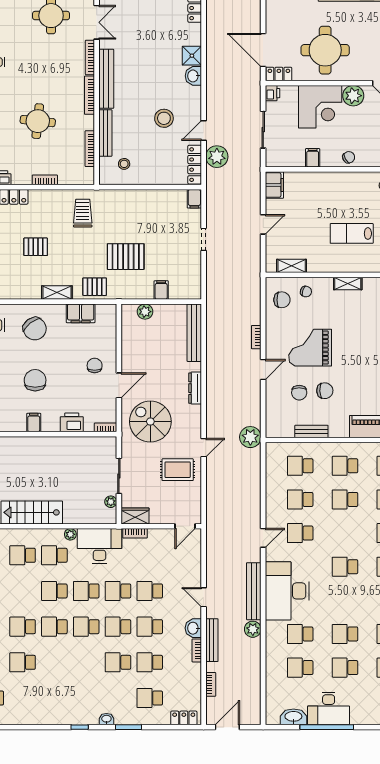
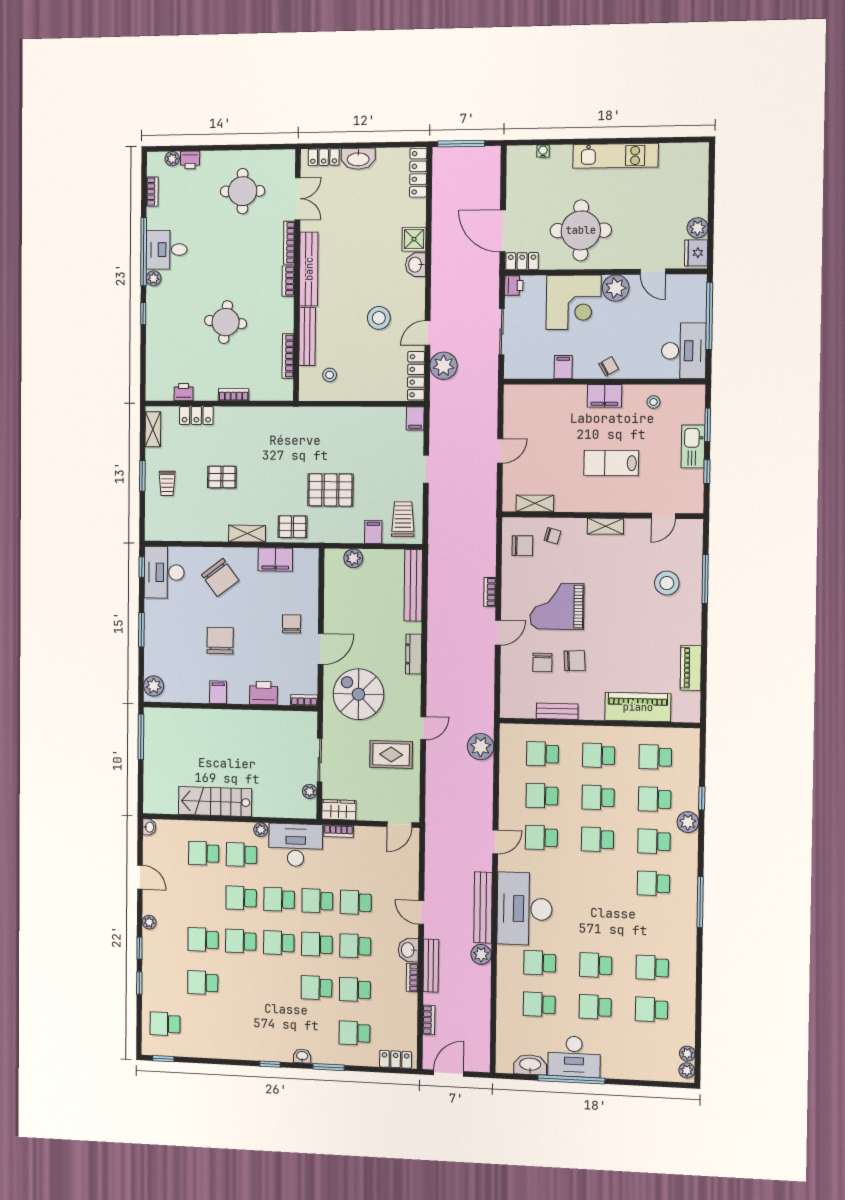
bookcase: (89, 95) -> (288, 281), width x0.64
filing cabinet: (274, 185) -> (604, 396), moved, turned 90
trolley: (83, 213) -> (403, 519), moved
plant: (250, 437) -> (481, 747), moved
school desk: (345, 567) -> (597, 839), moved

